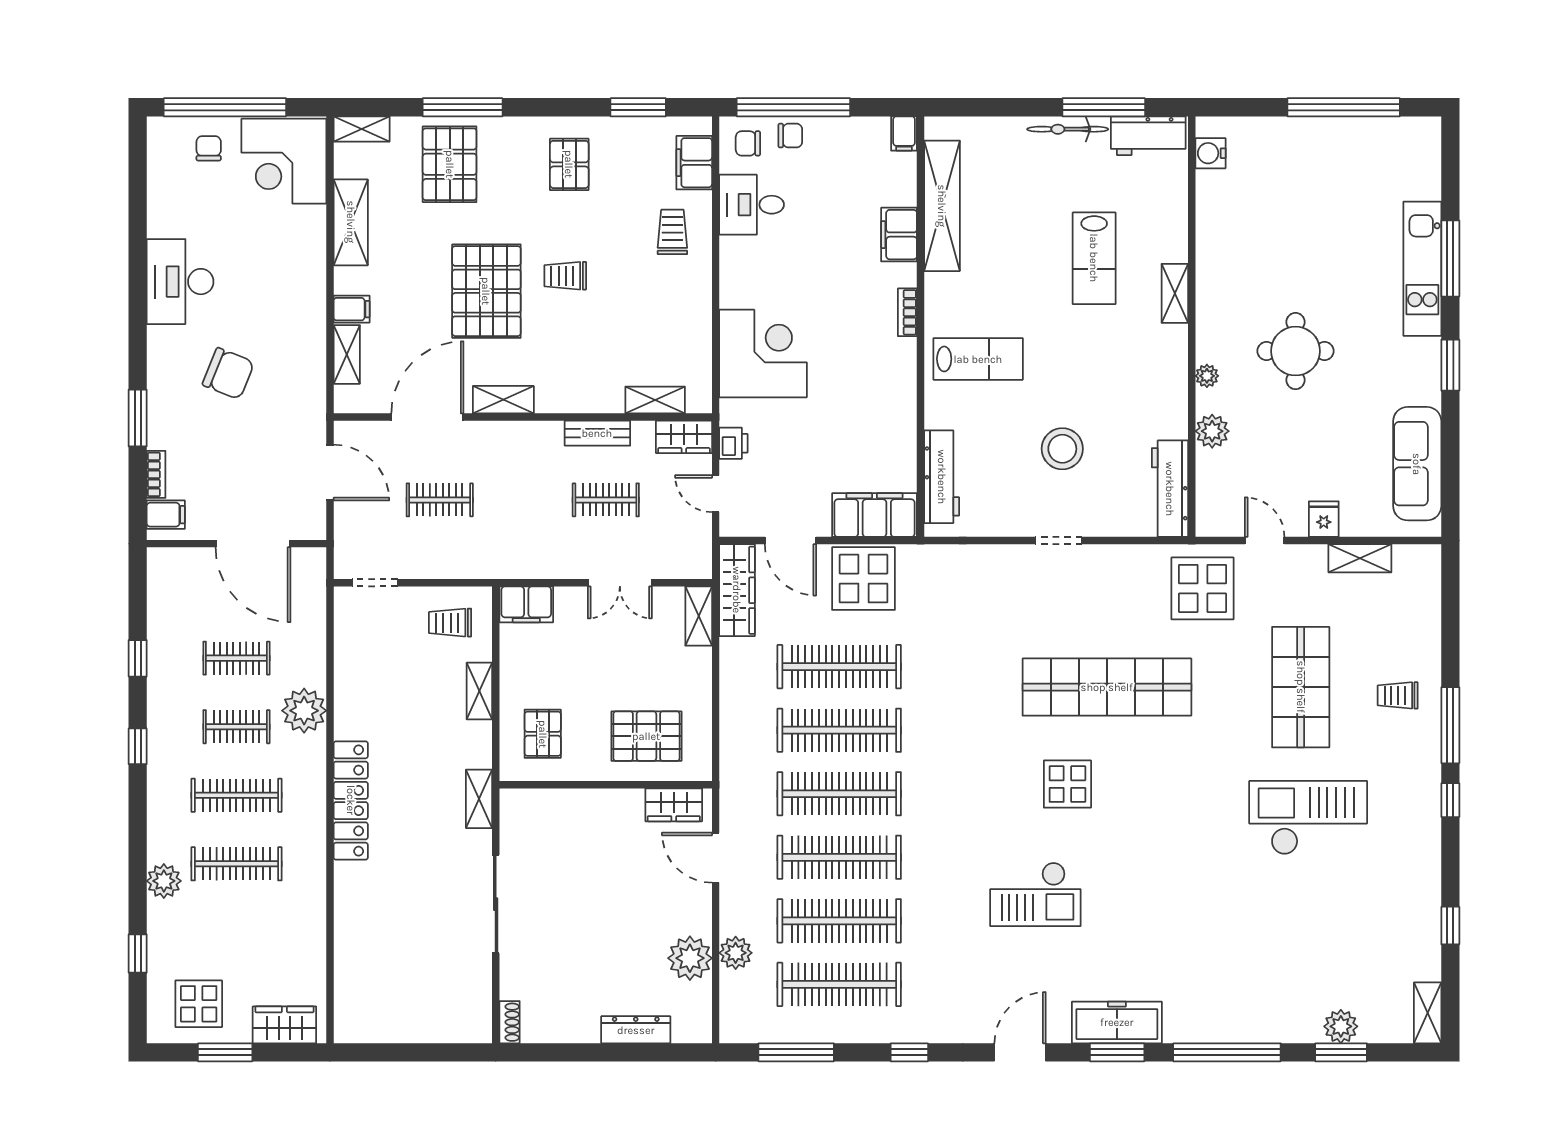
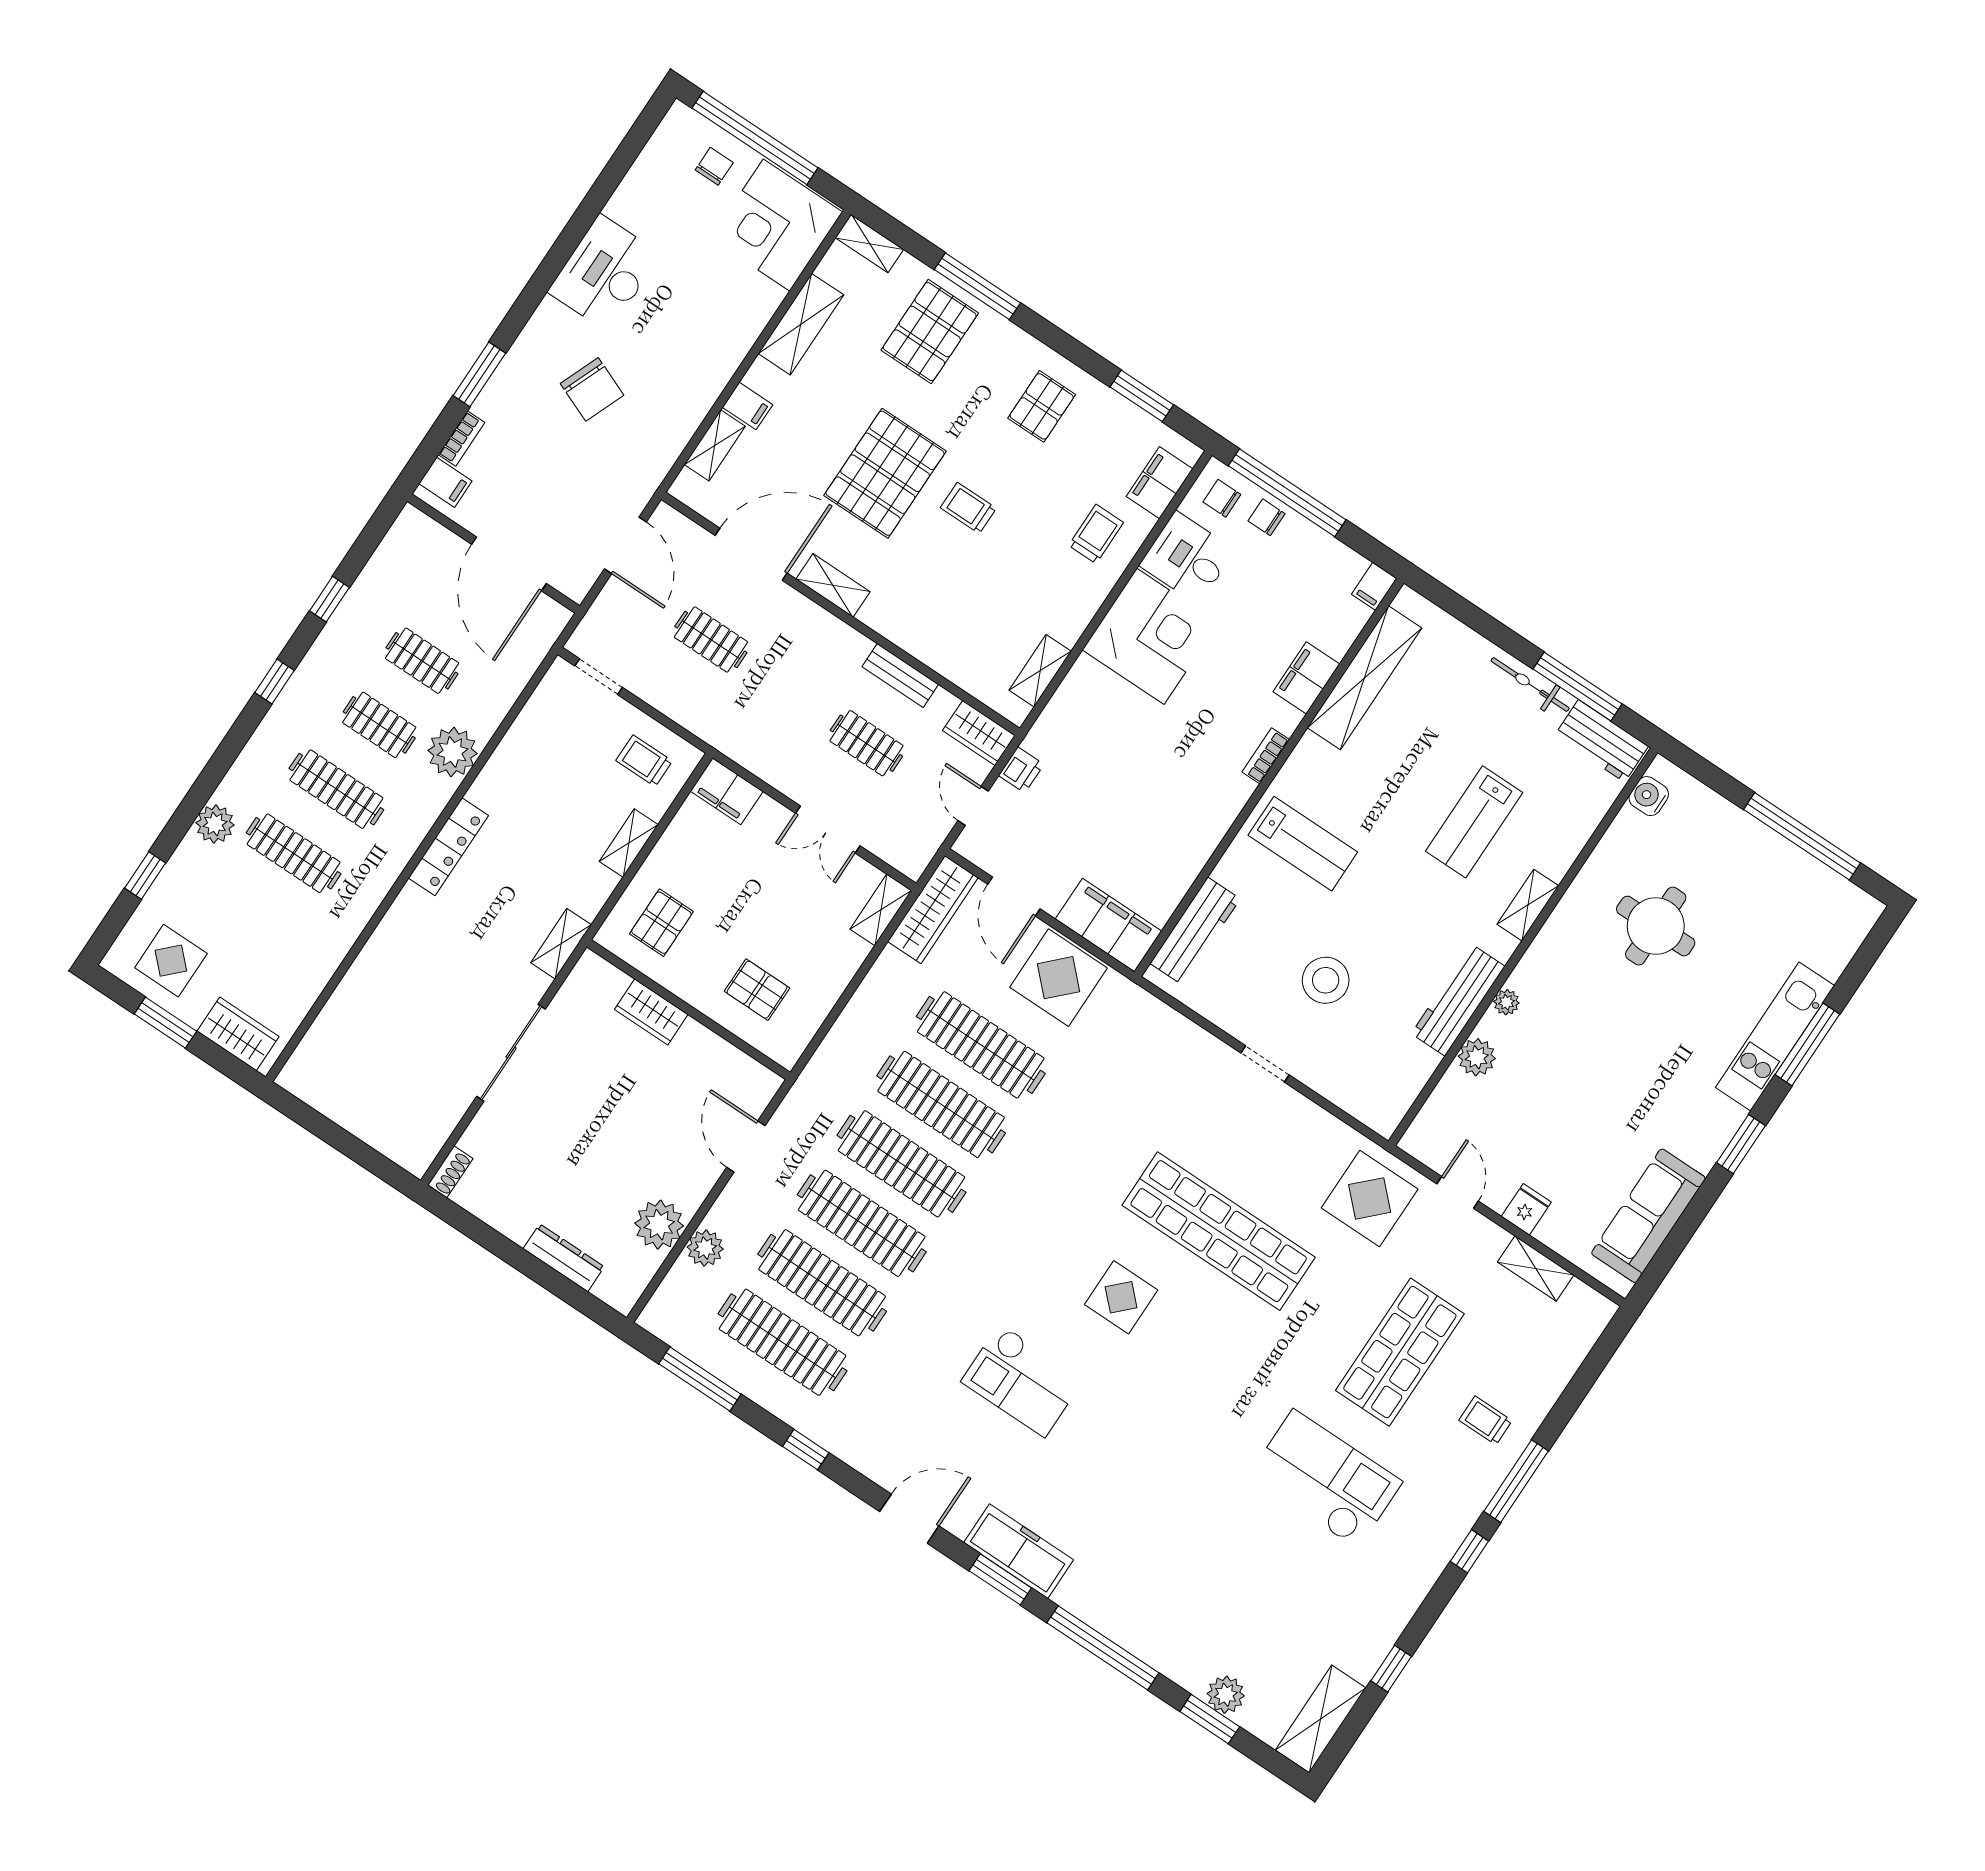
chair: (790, 136) -> (1266, 517), turned 180
round table: (1295, 351) -> (1656, 926), moved
corner desk: (763, 354) -> (1150, 636), moved
shelving: (655, 400) -> (1040, 671), moved, turned 90
workbench: (1170, 489) -> (1458, 1000), moved
pallet: (646, 736) -> (757, 990), width x0.67, depth x0.71
locker: (351, 800) -> (448, 847), width x0.71, depth x0.83
wardrobe: (674, 805) -> (651, 1012), moved
shelving: (1428, 1013) -> (1321, 1719), width x1.50, depth x1.33

